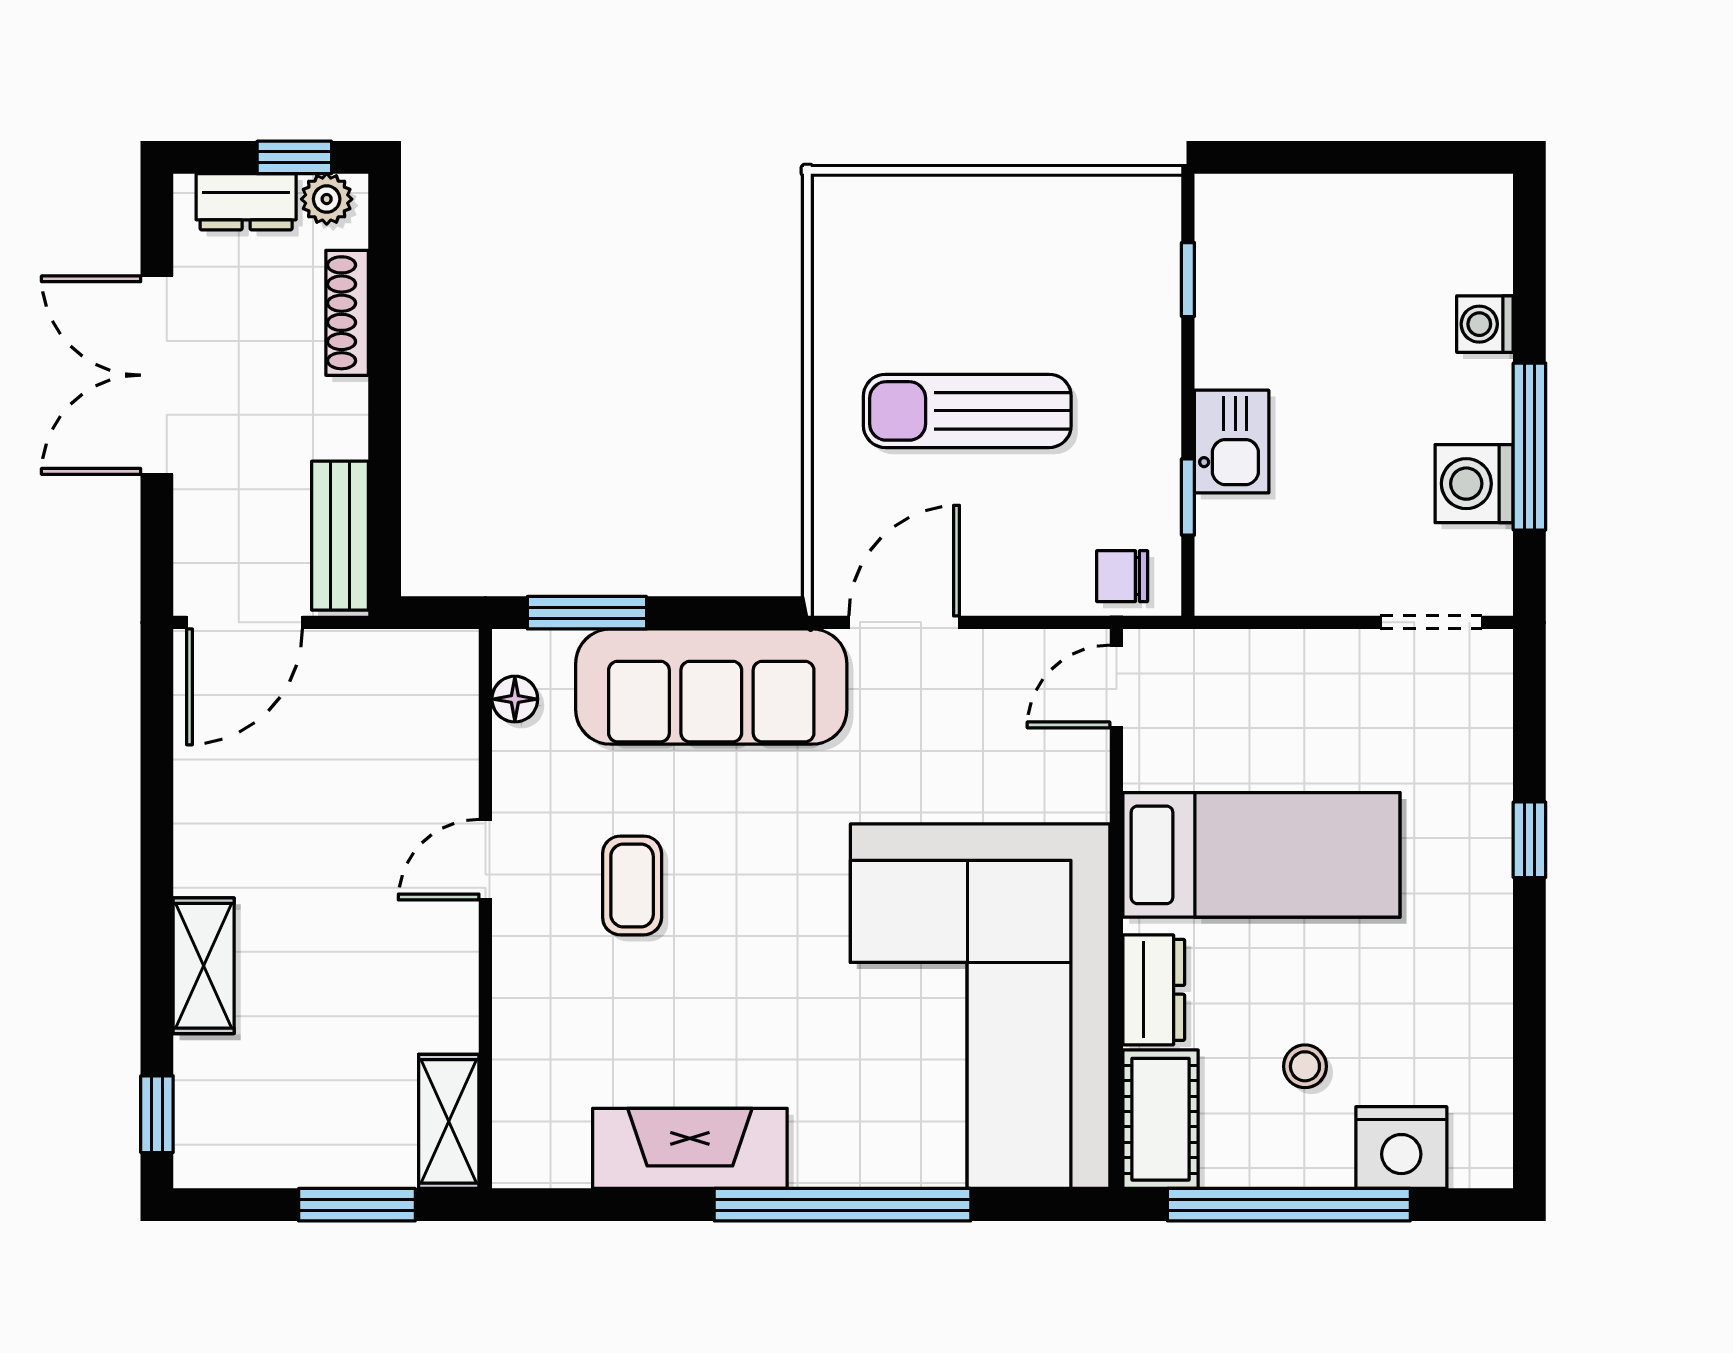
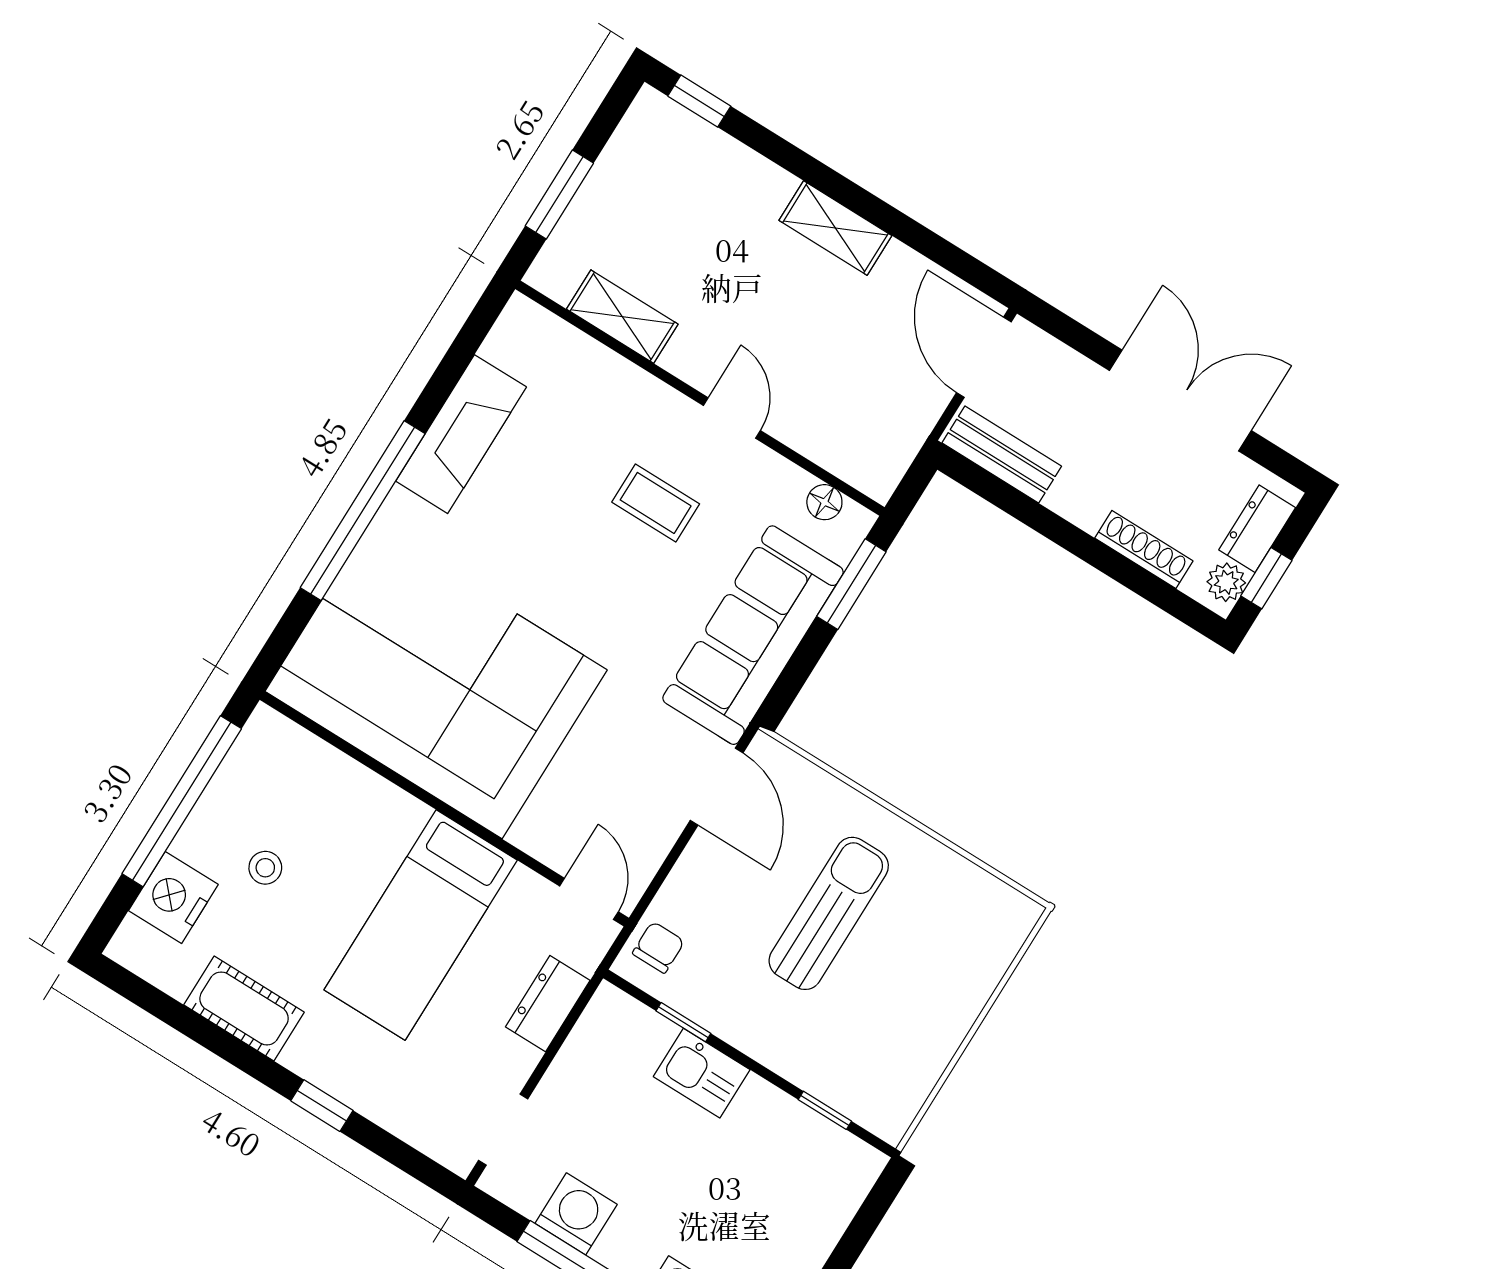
shelving: (204, 966) -> (835, 228), moved
dresser: (1154, 990) -> (548, 1004), moved, turned 90
cot: (1161, 1119) -> (244, 1008), moved
shelving: (449, 1121) -> (622, 317), moved

